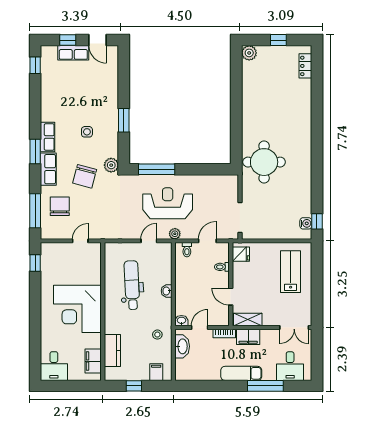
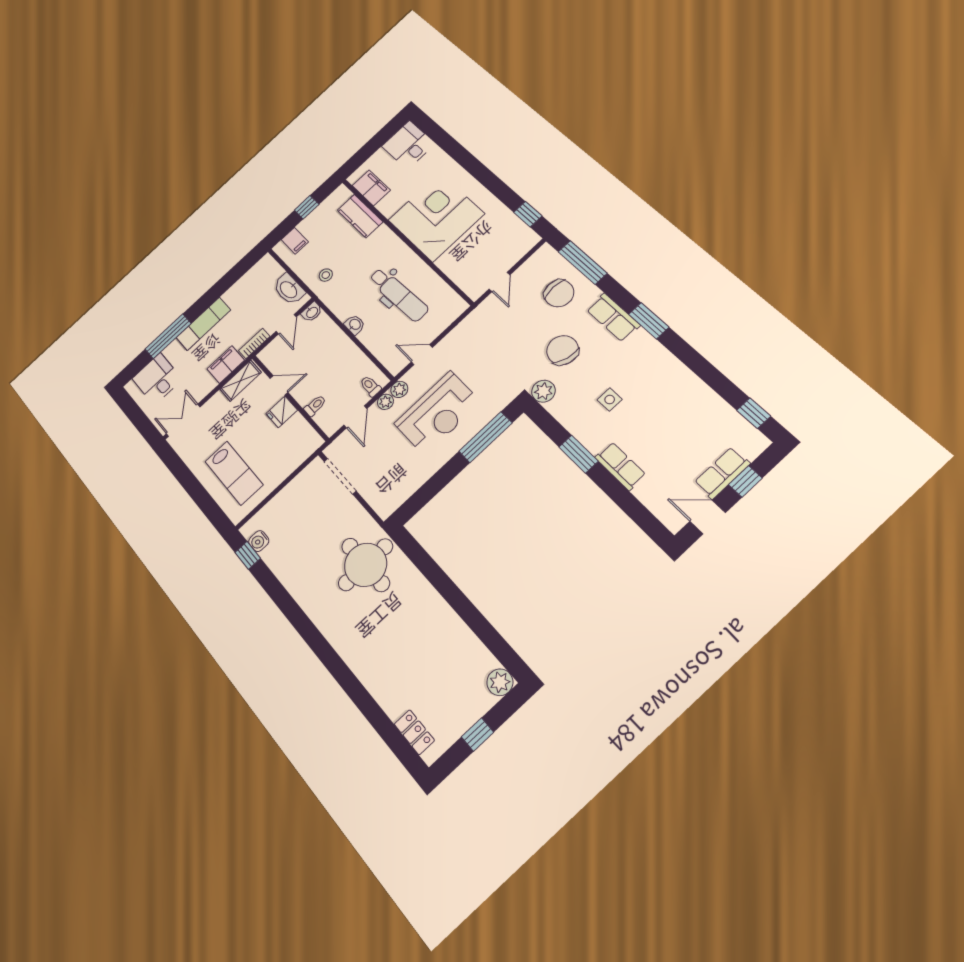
row of seats: (47, 137) -> (620, 466), moved, turned 180
plant: (187, 234) -> (385, 402), added
door: (149, 241) -> (422, 355), swing flipped
fridge: (241, 254) -> (282, 412), moved

